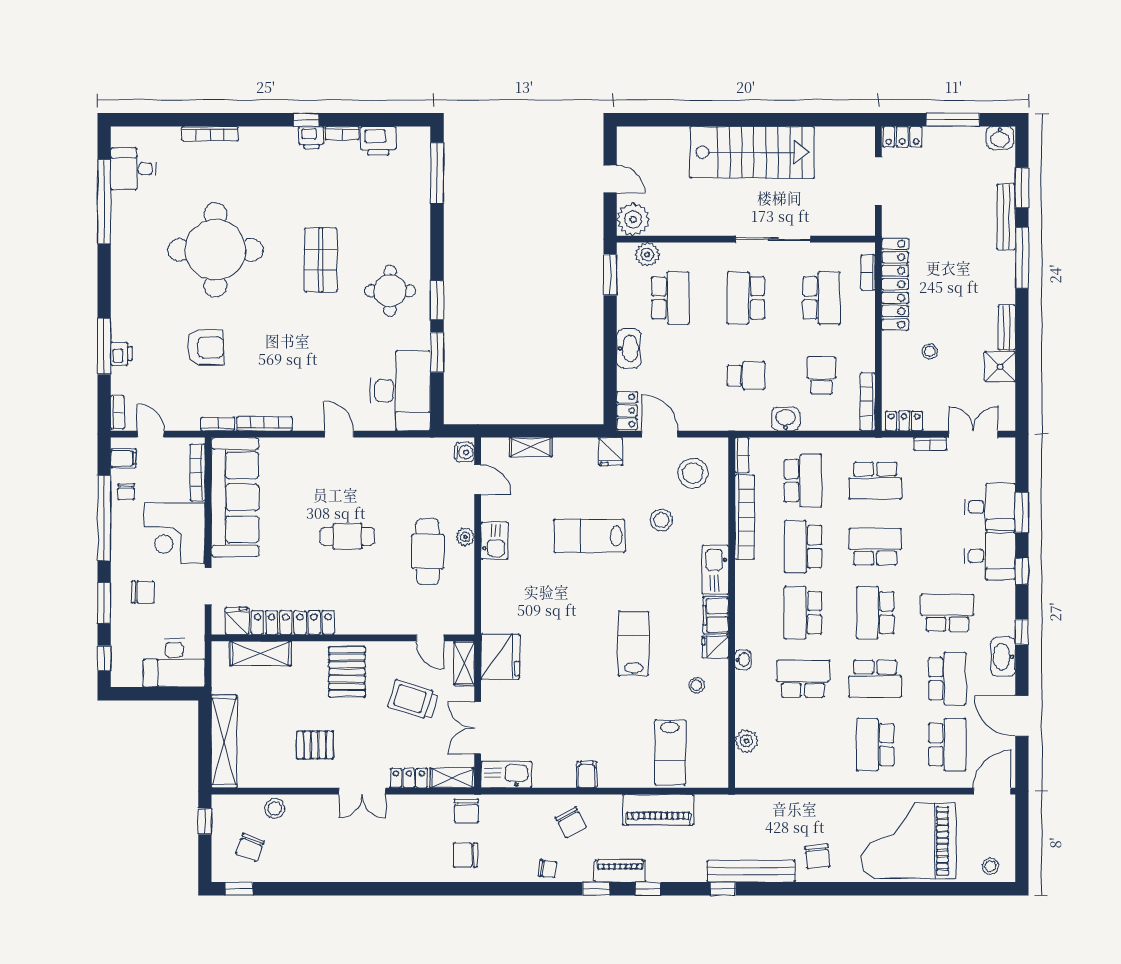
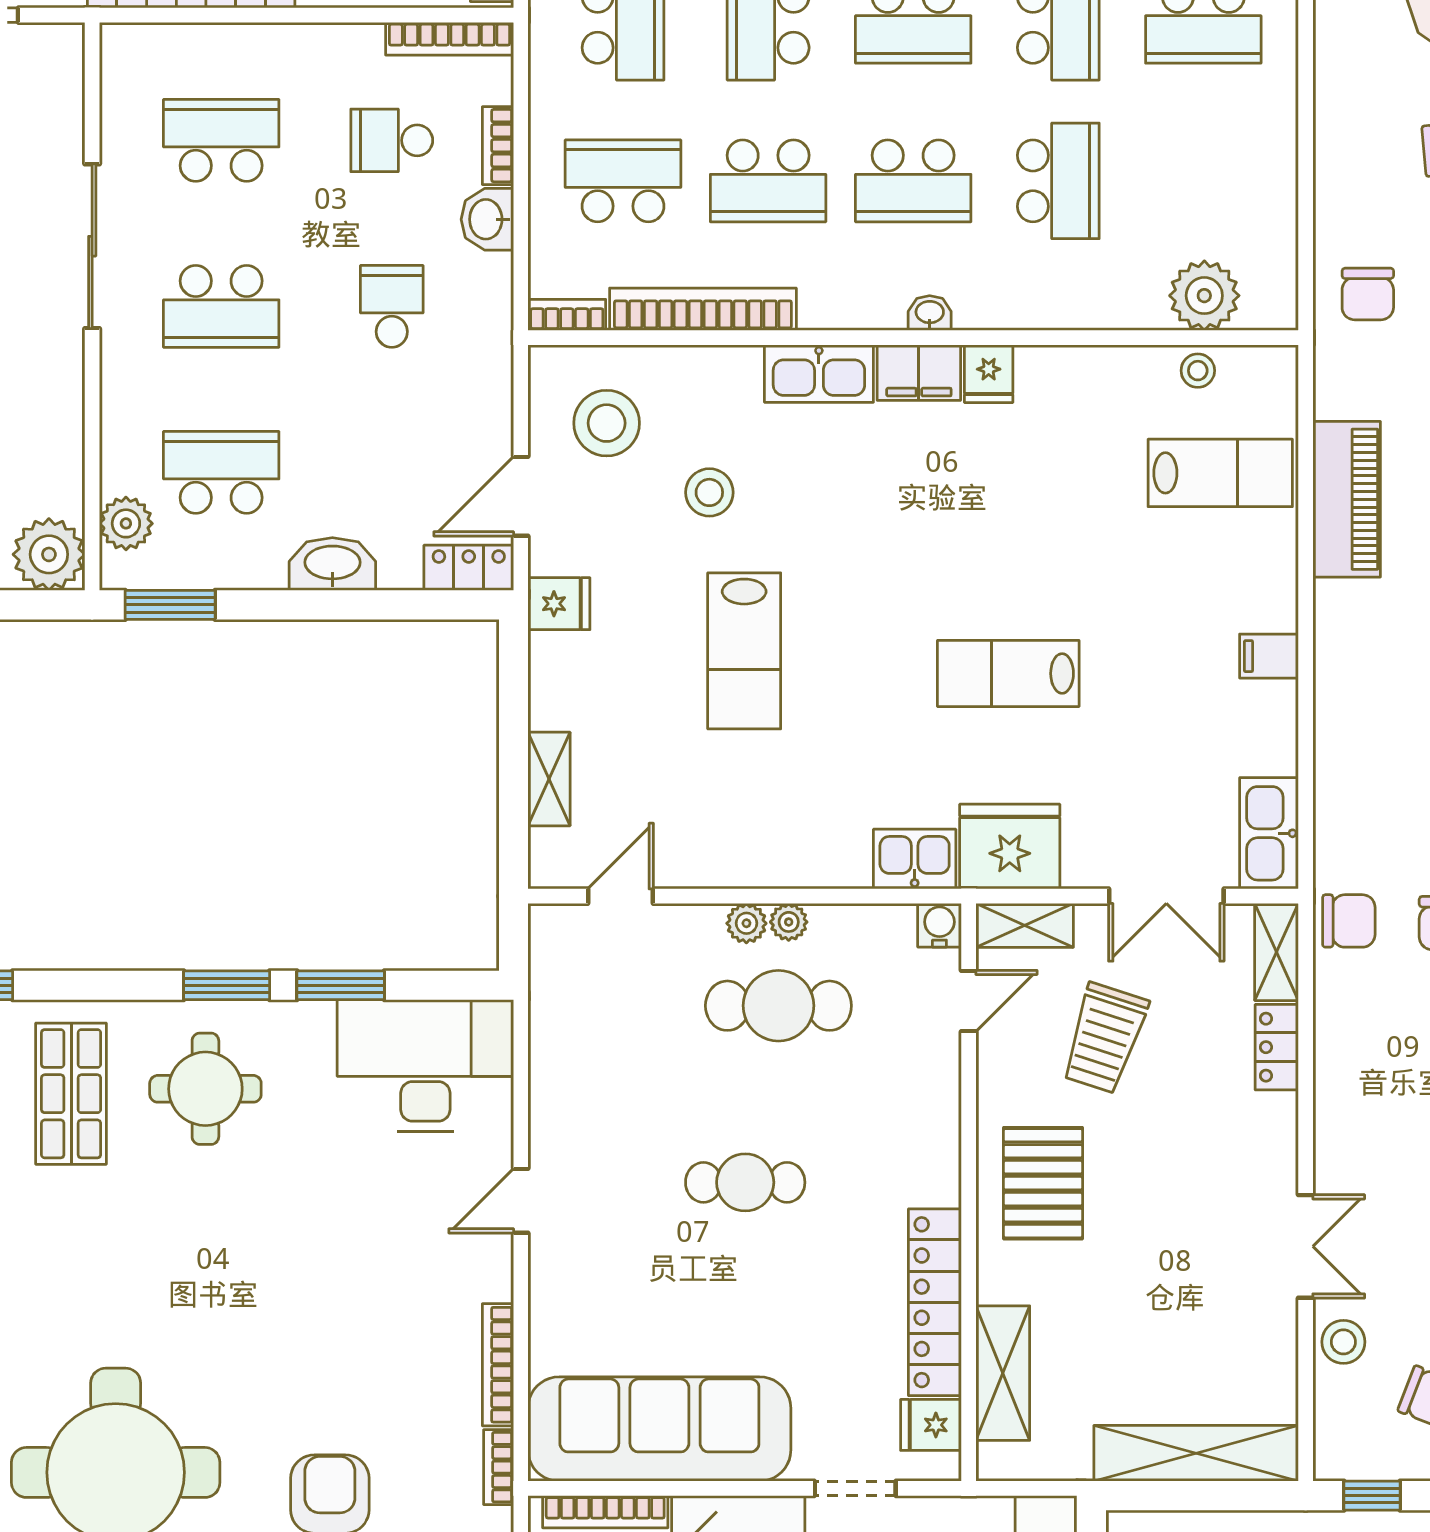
shop shelf: (321, 260) -> (71, 1094), moved, turned 90
bookcase: (868, 273) -> (498, 146), moved, turned 90
water cooler: (464, 452) -> (939, 925), moved
cafe table: (347, 536) -> (745, 1182), turned 90
kitchen sink: (494, 541) -> (915, 859), moved
plant: (466, 556) -> (789, 922), added
lab bench: (634, 643) -> (1008, 673), moved
washbasin: (743, 660) -> (930, 313), moved
pallet: (347, 672) -> (1043, 1183), turned 90
school desk: (803, 679) -> (1058, 181), turned 180
stool: (697, 685) -> (1198, 371), moved
plant: (747, 741) -> (1204, 296), width x1.36, depth x1.36
pallet: (315, 745) -> (1204, 1254), removed
double door: (362, 791) -> (1306, 1246), moved
chair: (571, 822) -> (1368, 294), moved, turned 118

